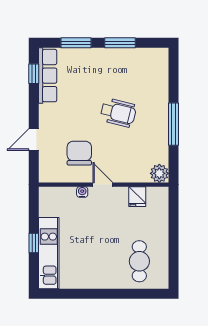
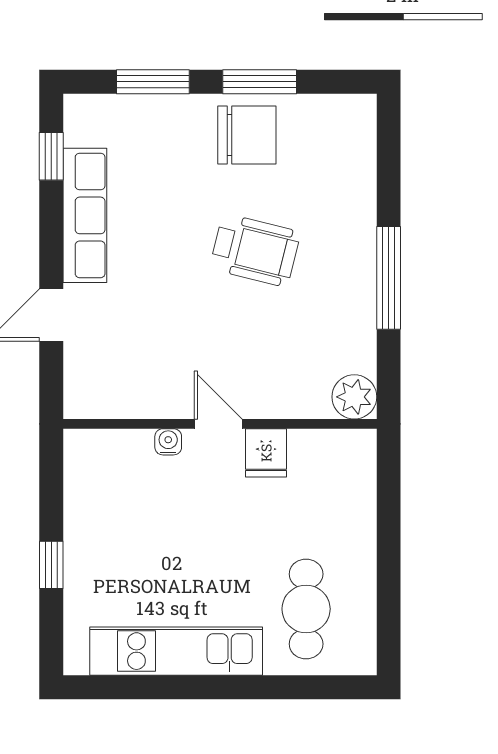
row of seats: (48, 76) -> (85, 215), moved
chair: (79, 153) -> (247, 135), moved, turned 90
fridge: (137, 197) -> (266, 453), moved
kitchen unit: (49, 253) -> (176, 651), moved, turned -90

